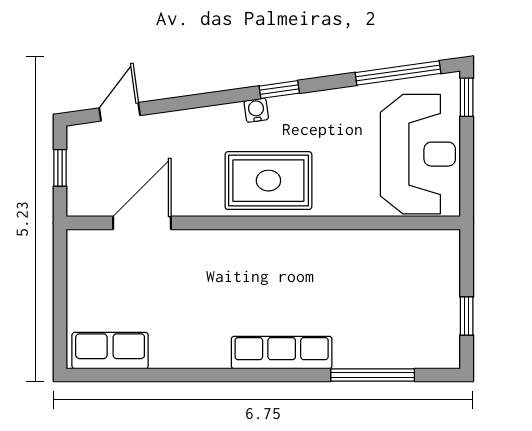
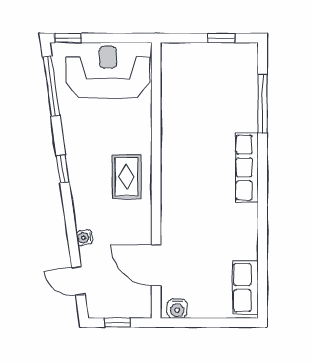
water cooler: (256, 110) -> (85, 238), moved
rug: (268, 181) -> (127, 177), width x0.73, depth x0.70
water cooler: (80, 253) -> (177, 309), added

